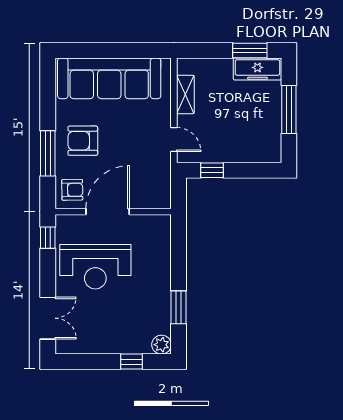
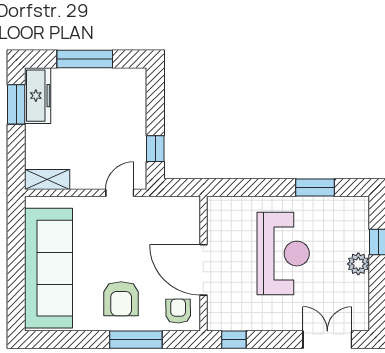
shelving: (185, 94) -> (47, 180), moved
reception desk: (95, 267) -> (283, 254), moved
plant: (161, 345) -> (358, 264), moved

